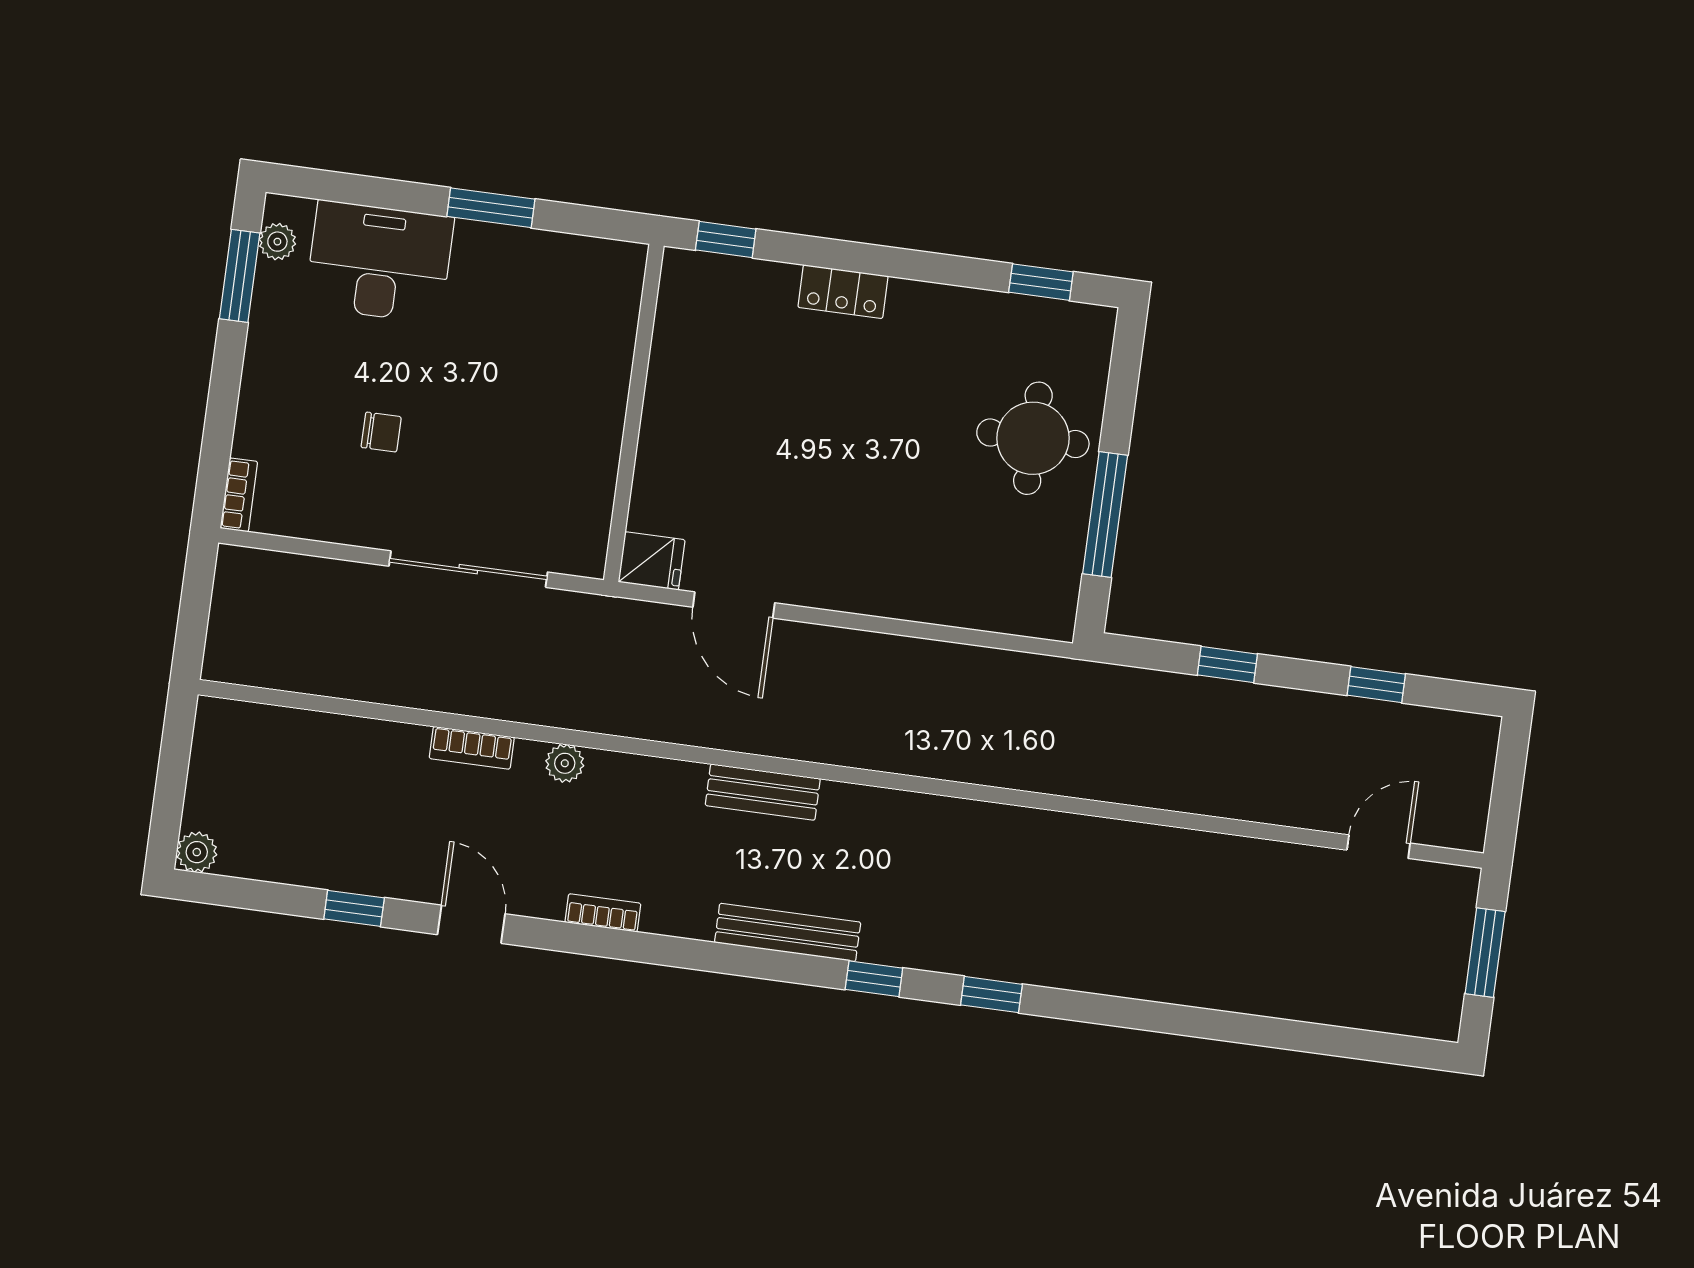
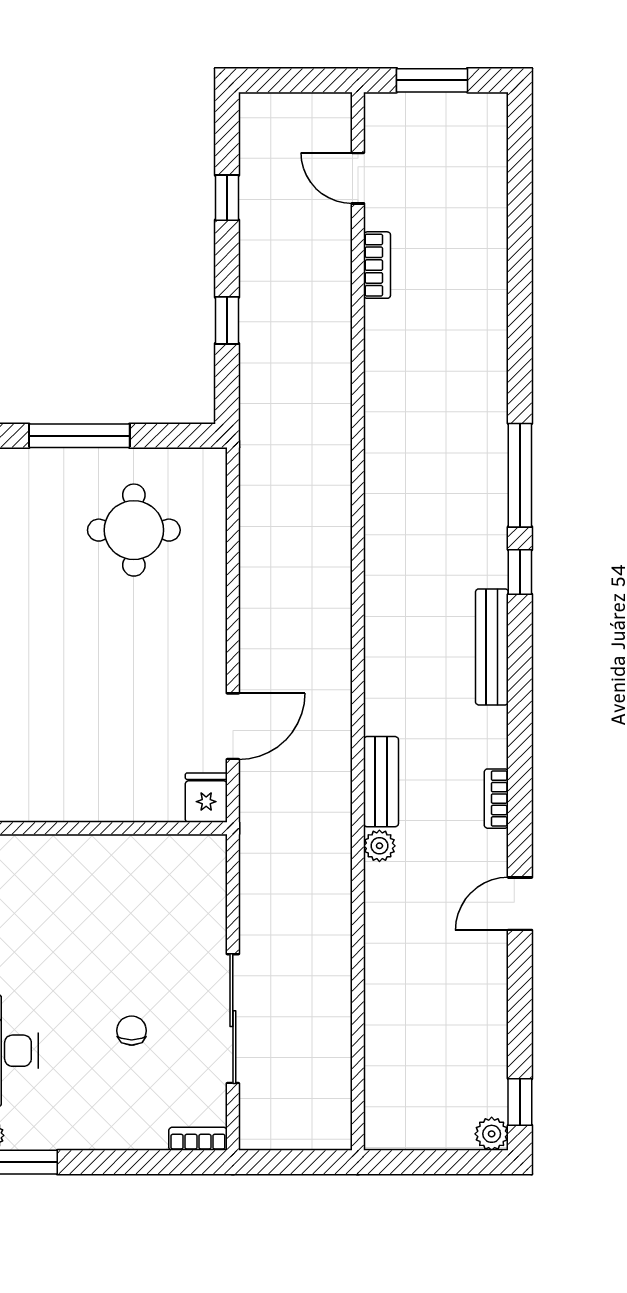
round table: (1033, 438) -> (134, 530), moved
window: (1105, 514) -> (79, 436), moved
sliding door: (468, 569) -> (233, 1019), moved
bookcase: (472, 748) -> (377, 265), moved
bench: (763, 792) -> (381, 782), moved
window: (354, 908) -> (520, 1102), moved
window: (991, 995) -> (520, 475), width x2.17

